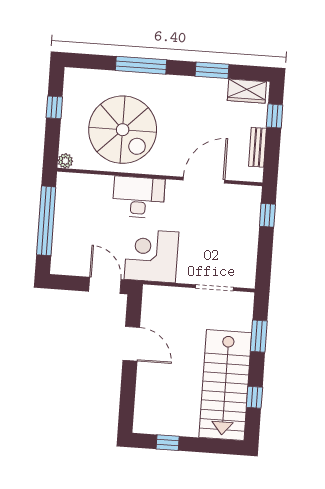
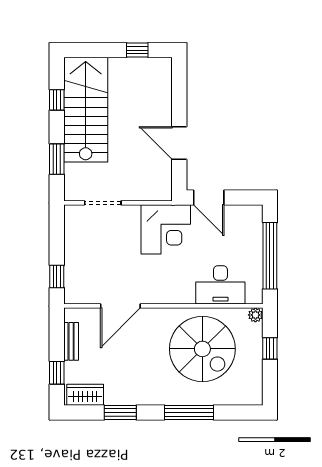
window: (54, 107) -> (270, 348), moved
spiral stairs: (123, 130) -> (202, 349), turned 180
desk: (139, 197) -> (220, 285), moved

